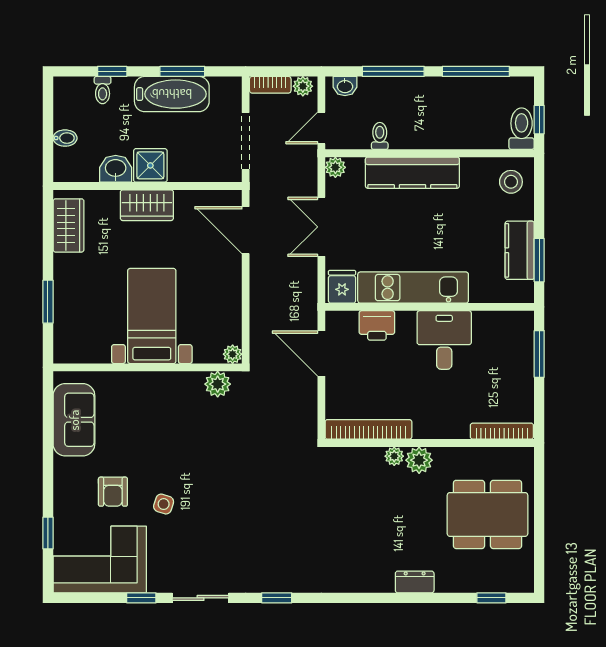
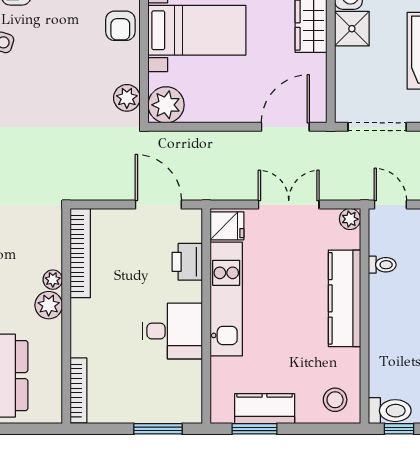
door: (321, 353) -> (158, 205), hinge flipped
plant: (233, 354) -> (166, 105), width x1.88, depth x1.88
armchair: (148, 390) -> (120, 26), added

